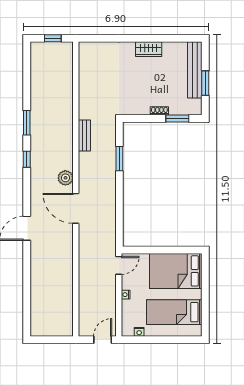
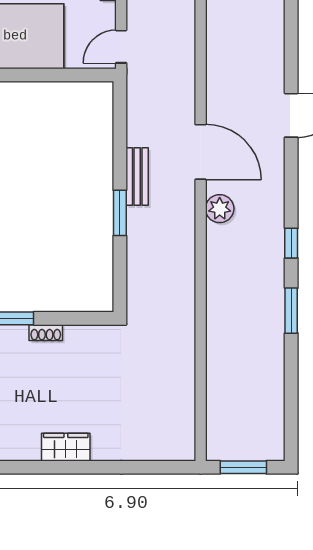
window: (53, 38) -> (243, 467), width x1.50
bench: (84, 136) -> (137, 177), moved
window: (119, 159) -> (120, 213), moved

